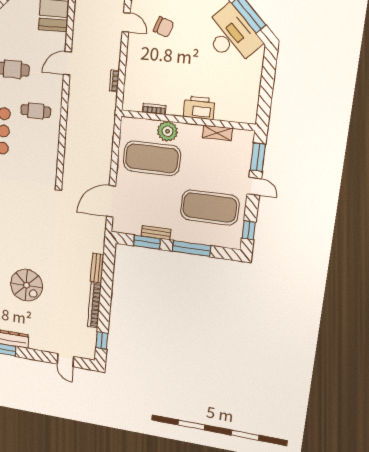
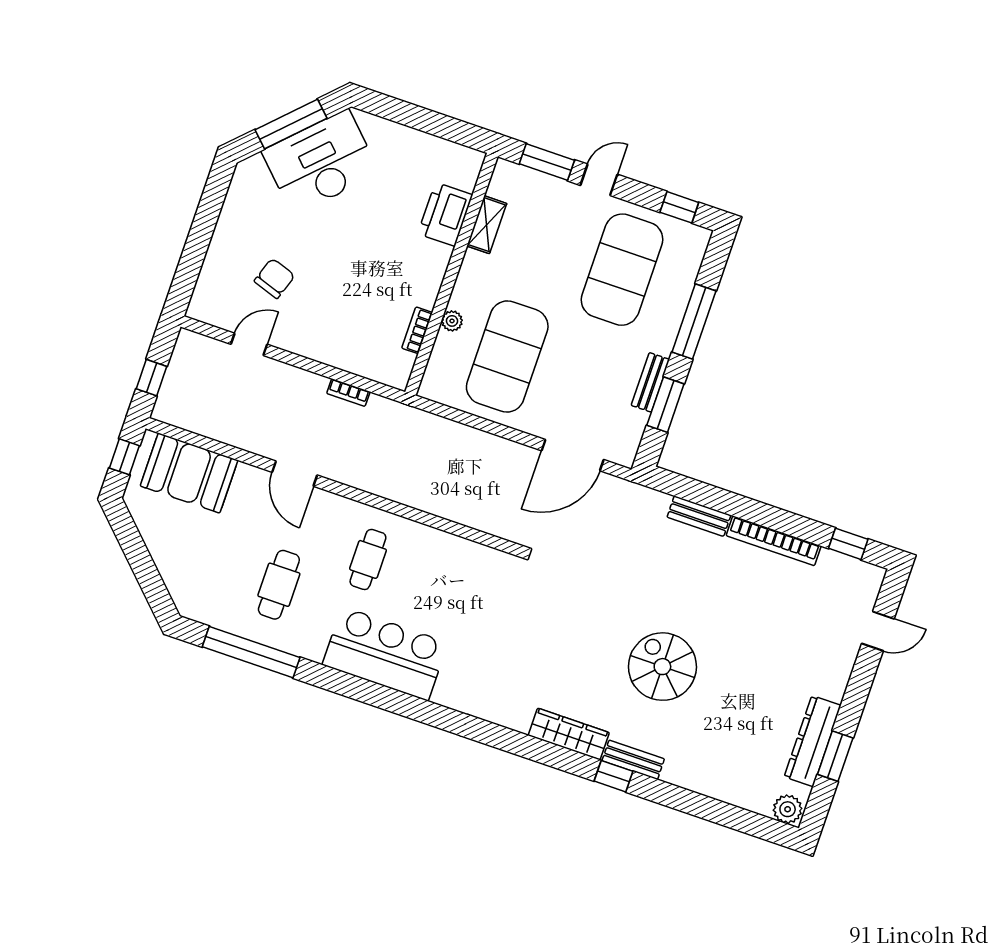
printer: (199, 108) -> (445, 214), moved
plant: (168, 131) -> (452, 321), width x0.53, depth x0.53
door: (111, 201) -> (573, 455), hinge flipped
spiral stairs: (26, 285) -> (662, 667), moved, turned -90

